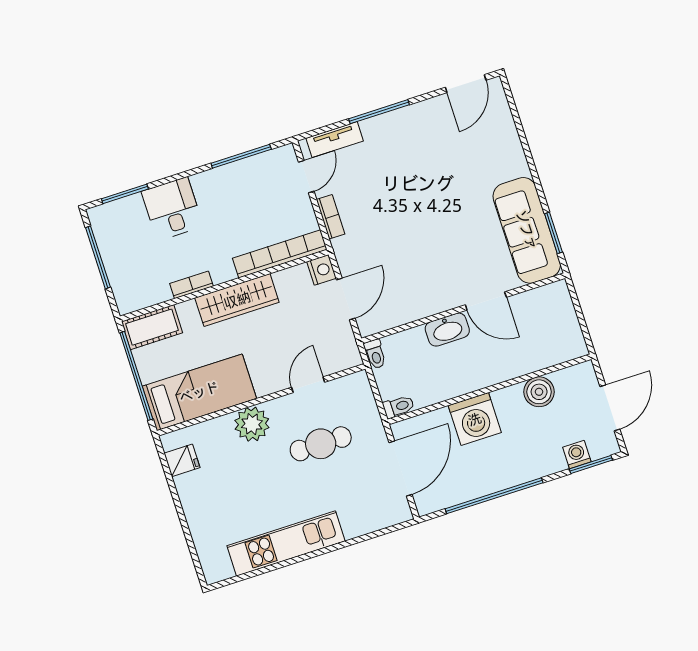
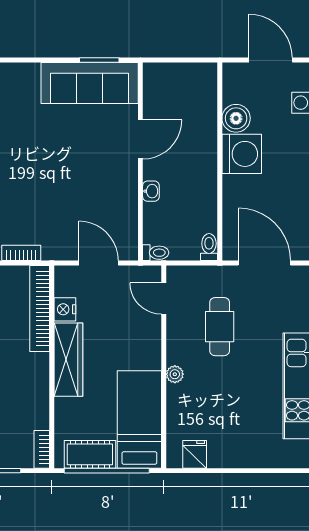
nightstand: (322, 270) -> (65, 309), moved, turned -90
bookcase: (191, 285) -> (42, 449), moved
cot: (152, 327) -> (90, 454), moved, turned 90
washbasin: (447, 330) -> (151, 191), width x0.52, depth x0.69
door: (308, 385) -> (164, 299), moved
washing machine: (475, 419) -> (242, 154), moved
plant: (252, 424) -> (175, 374), width x0.53, depth x0.53

